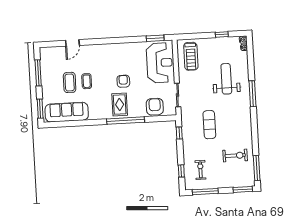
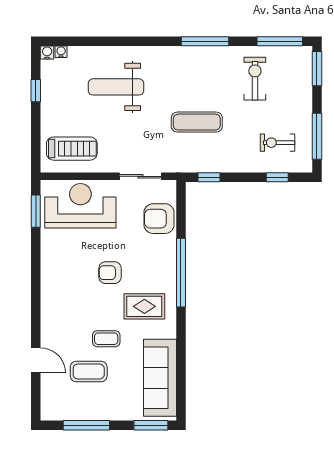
coffee table: (70, 82) -> (89, 372), moved
window: (252, 94) -> (205, 41), moved
rug: (120, 104) -> (144, 306), moved

